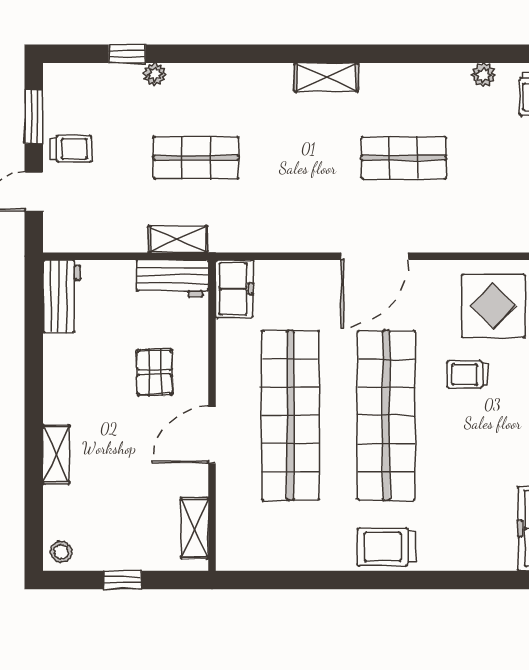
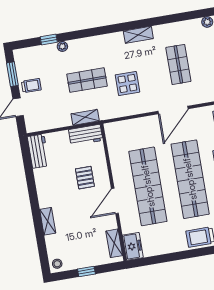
shop shelf: (404, 158) -> (178, 64), turned 90
display table: (284, 181) -> (127, 83), added
freezer: (234, 289) -> (133, 246), moved

